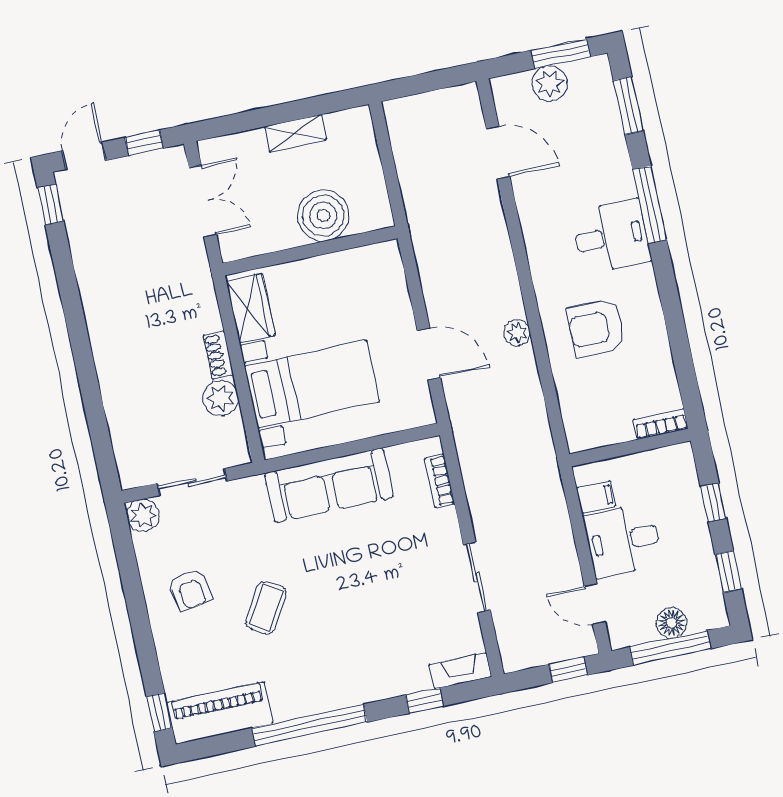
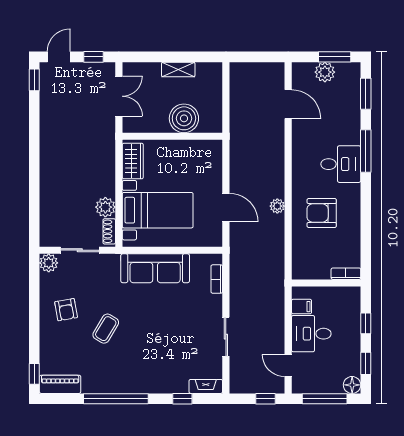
shoe rack: (218, 355) -> (109, 231), moved
floor lamp: (671, 623) -> (352, 385), moved
piano: (220, 713) -> (60, 384), width x0.73, depth x0.75

